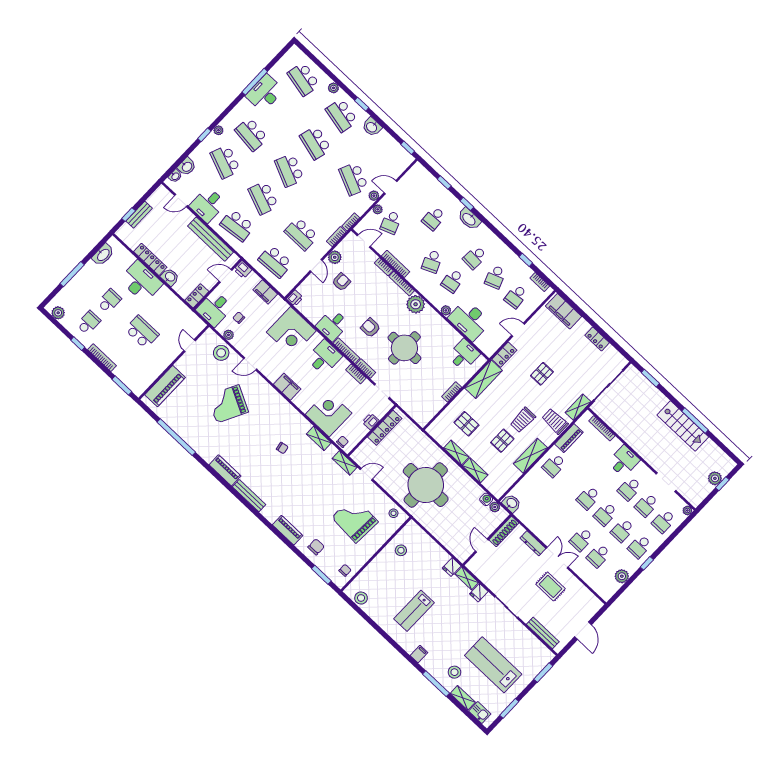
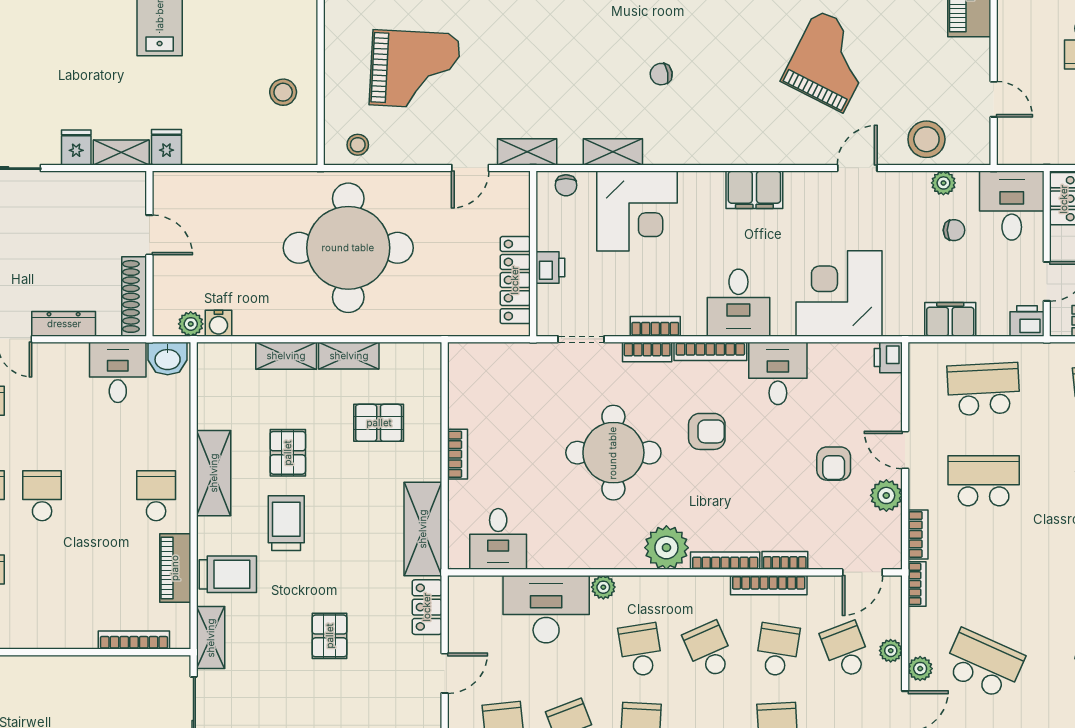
school desk: (411, 242) -> (777, 650), added
desk: (624, 461) -> (118, 372), moved, turned 180

